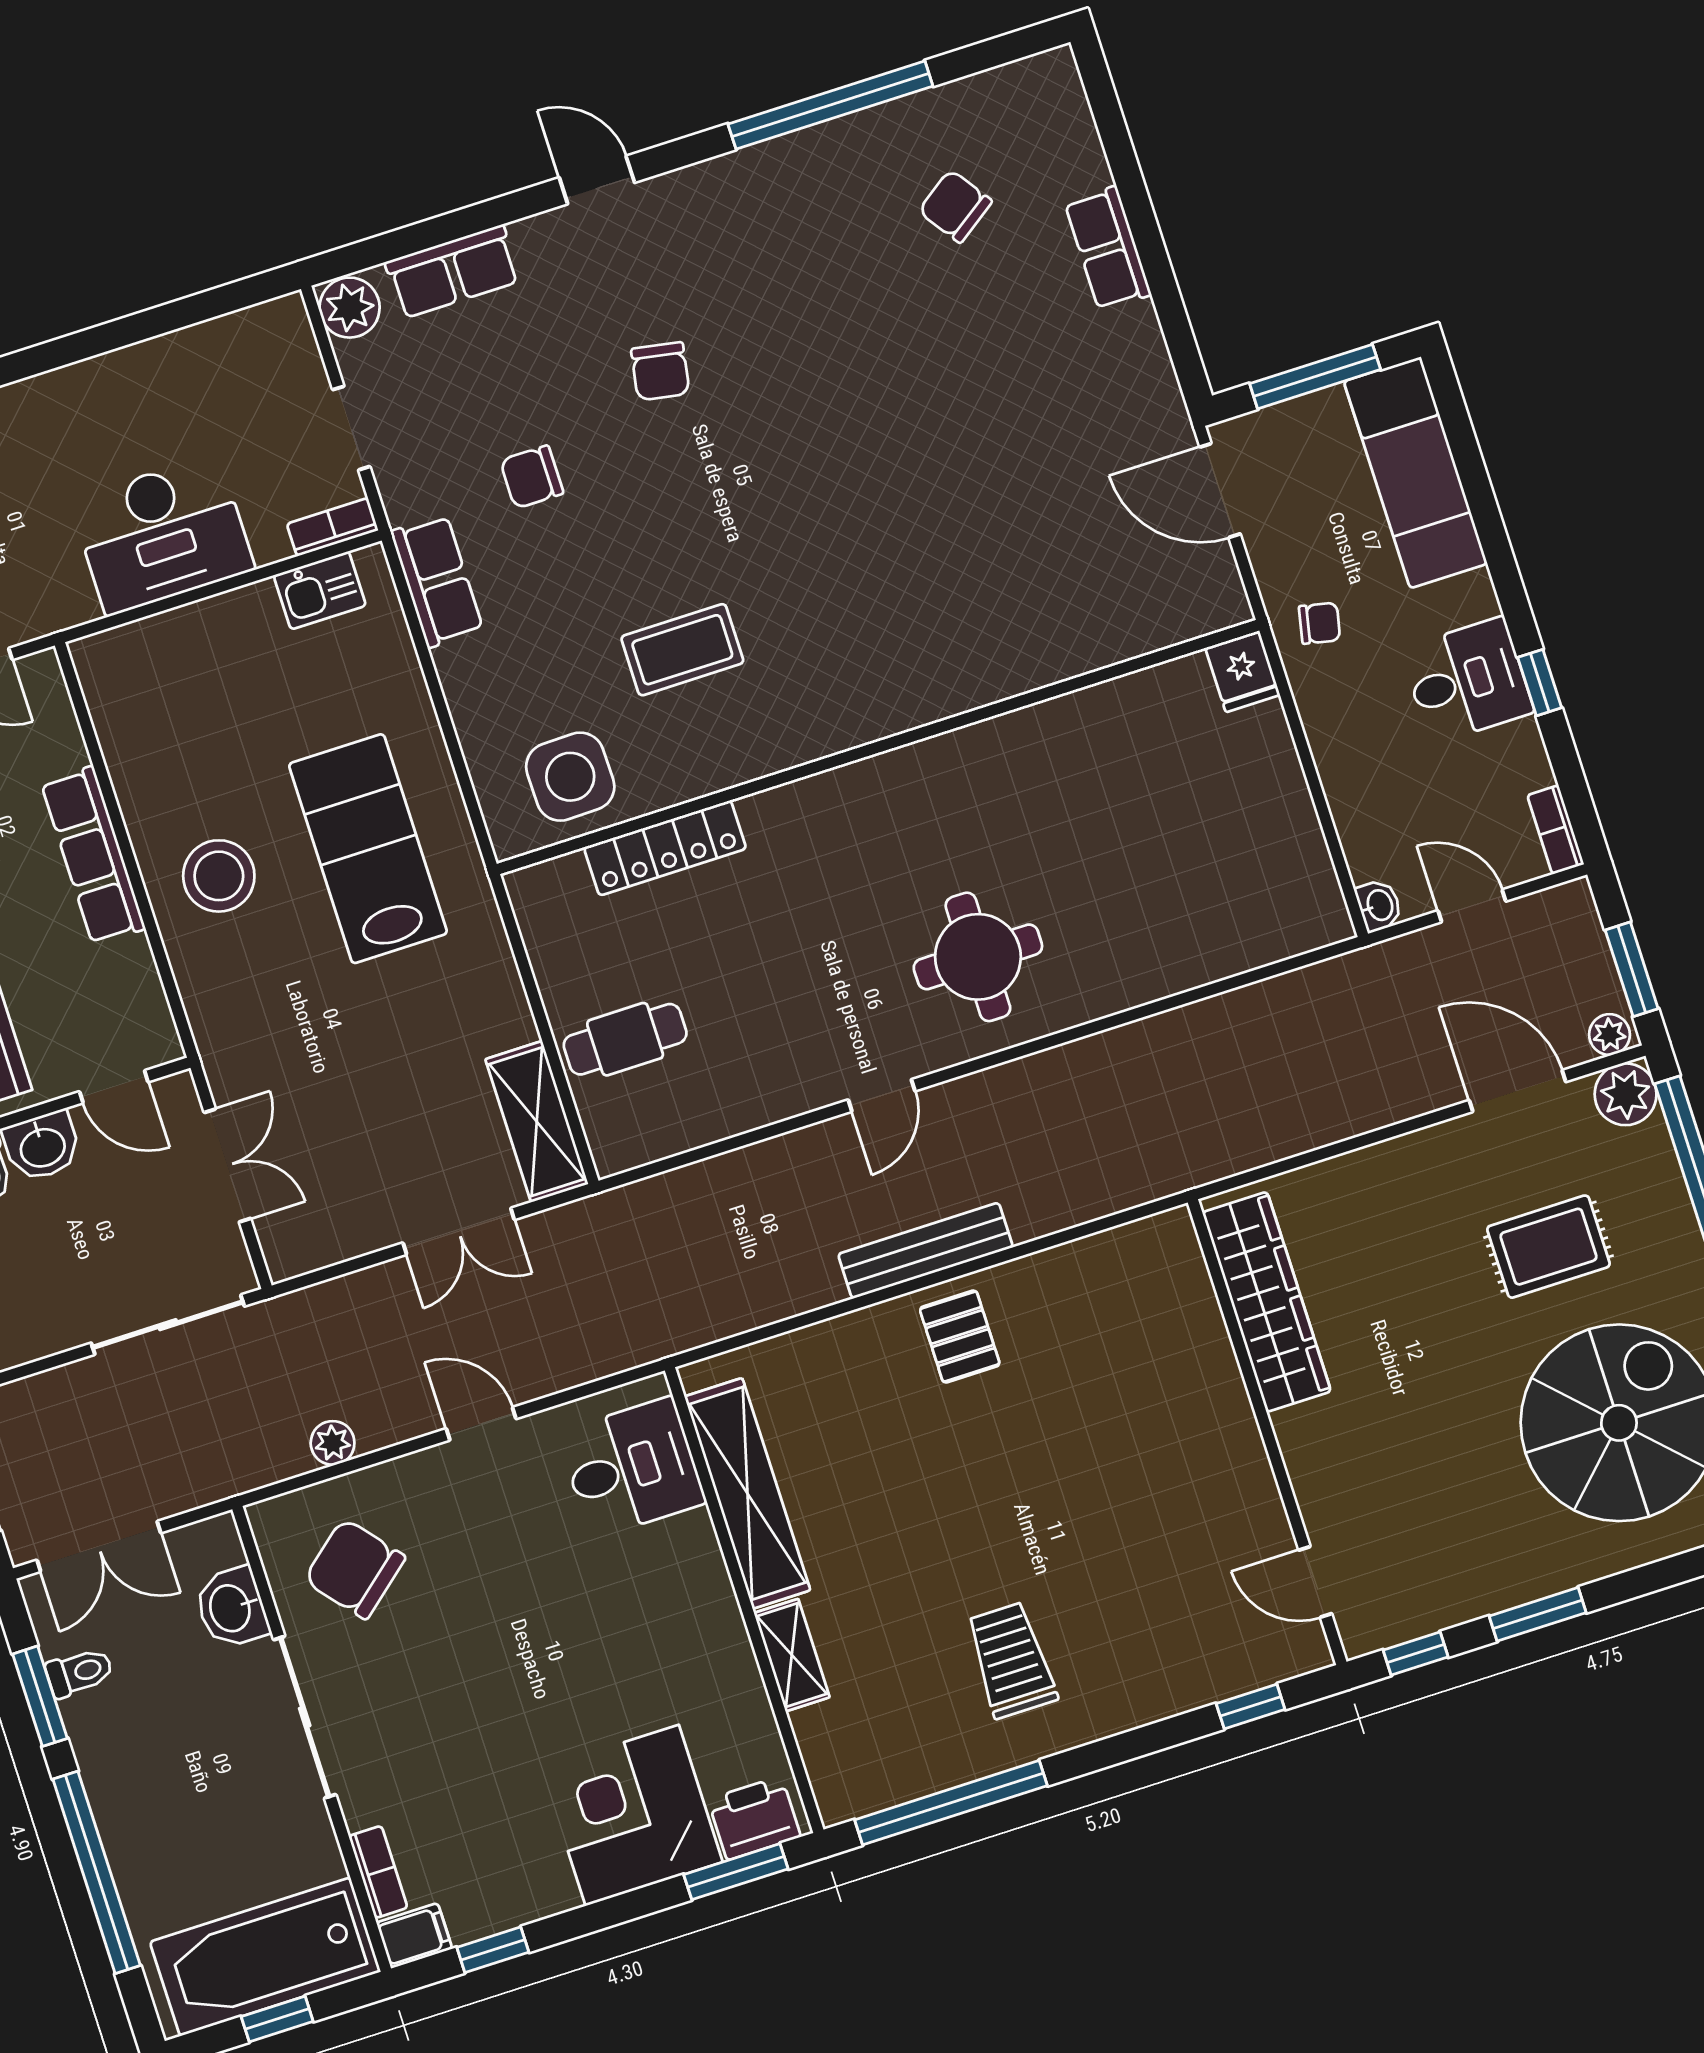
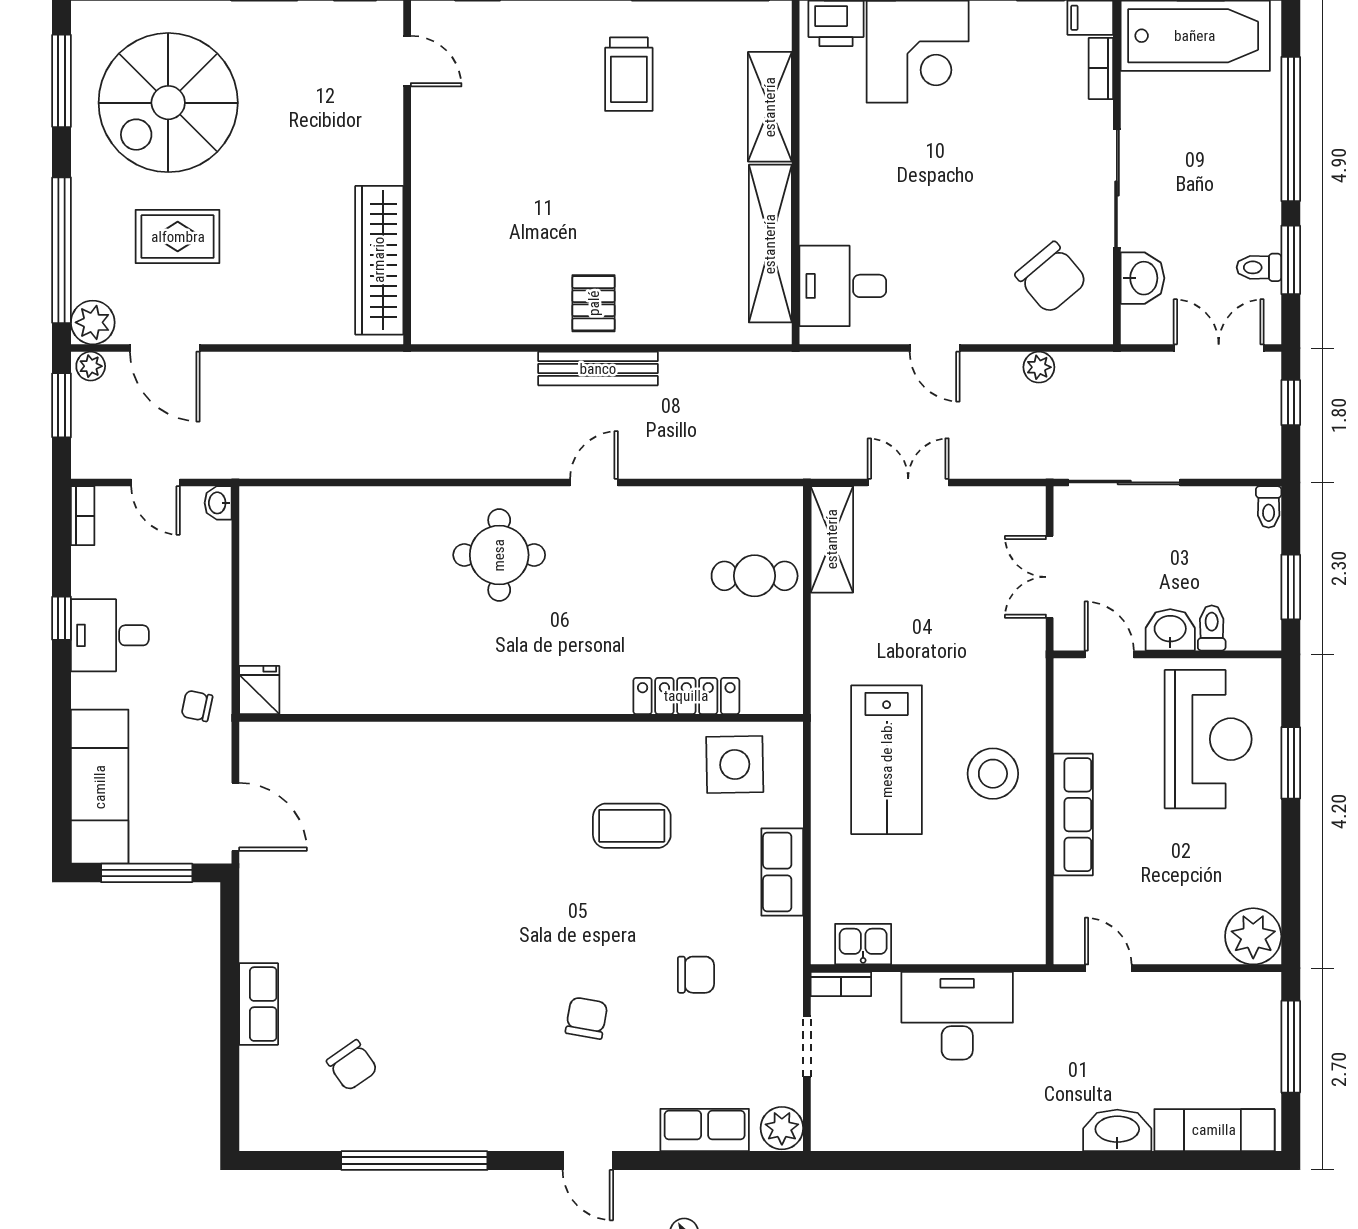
row of seats: (437, 581) -> (782, 872), moved
shelving: (792, 1655) -> (770, 107), width x1.50, depth x1.33

